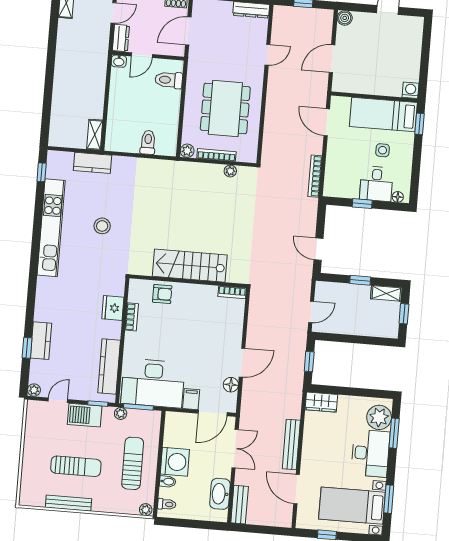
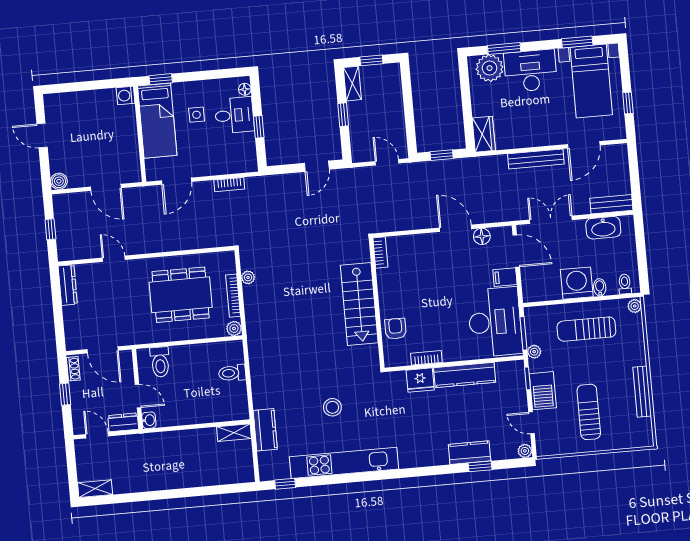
bookcase: (315, 176) -> (229, 185), width x0.64
kitchen counter: (109, 366) -> (465, 375), moved
sun lounger: (76, 466) -> (589, 412), moved

